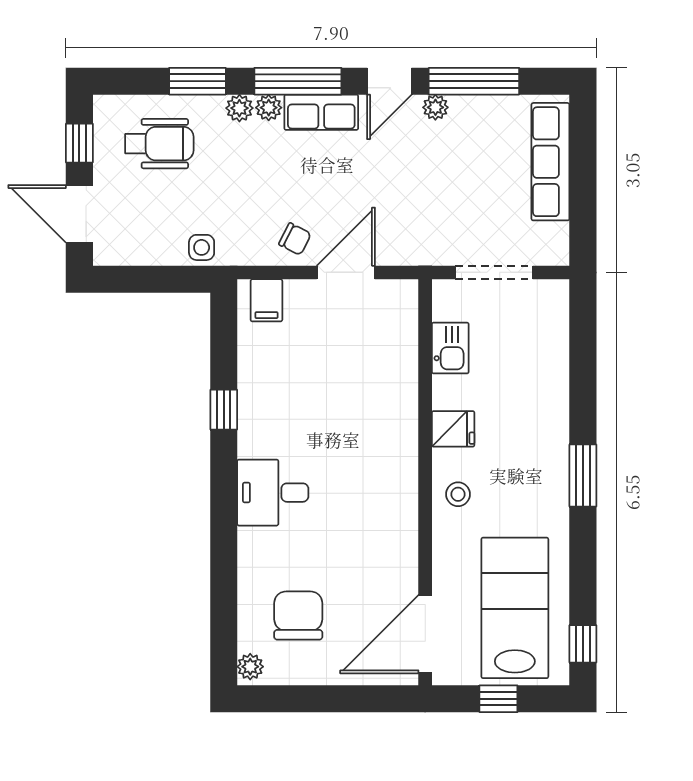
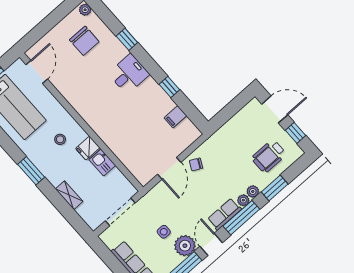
plant: (435, 107) -> (185, 246), width x1.88, depth x1.88
side table: (202, 247) -> (164, 232), moved
filing cabinet: (266, 300) -> (175, 117), moved, turned -90
kitchen sink: (450, 348) -> (102, 162), moved
shelving: (555, 377) -> (69, 195), added
stool: (458, 494) -> (60, 139), moved
window: (224, 554) -> (127, 39), added
door: (425, 634) -> (37, 72), width x0.73

